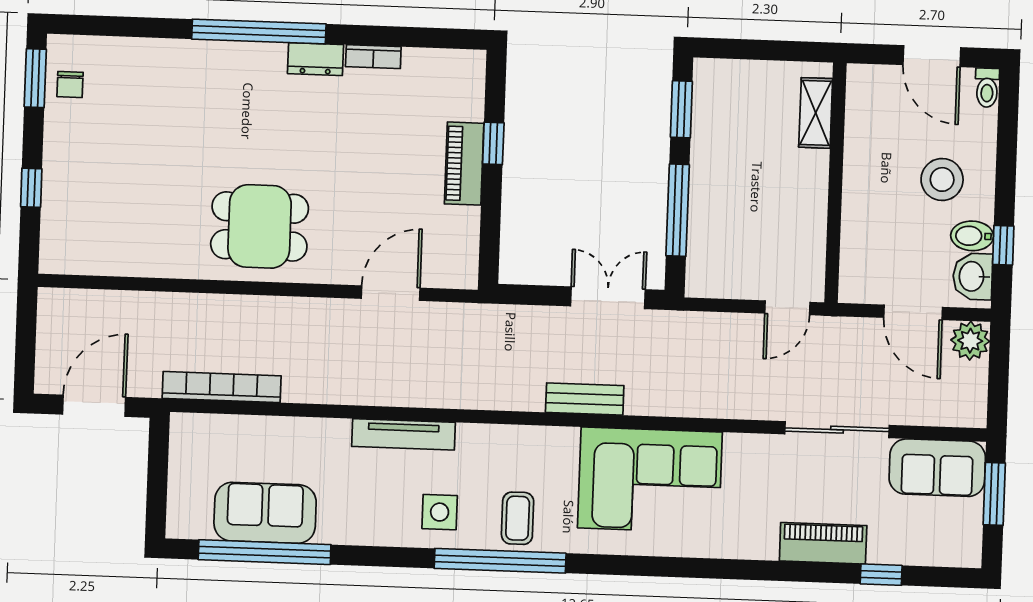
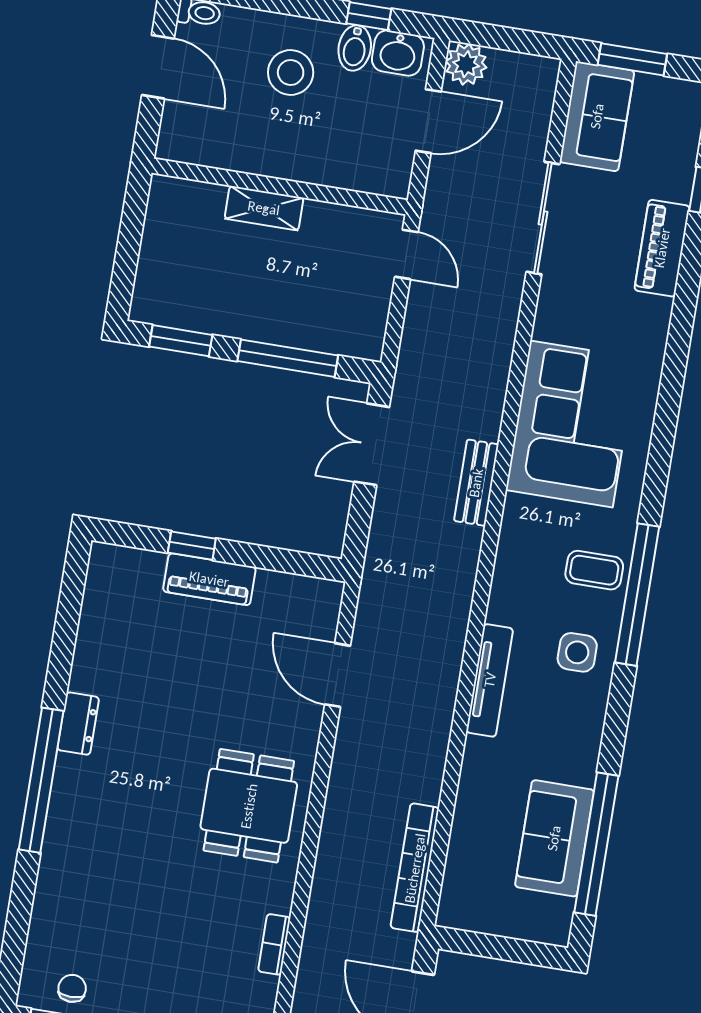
door: (932, 56) -> (158, 67), hinge flipped
bookcase: (373, 57) -> (274, 944), moved, turned 180
chair: (70, 84) -> (72, 988), turned -90
shelving: (816, 113) -> (264, 208), moved

